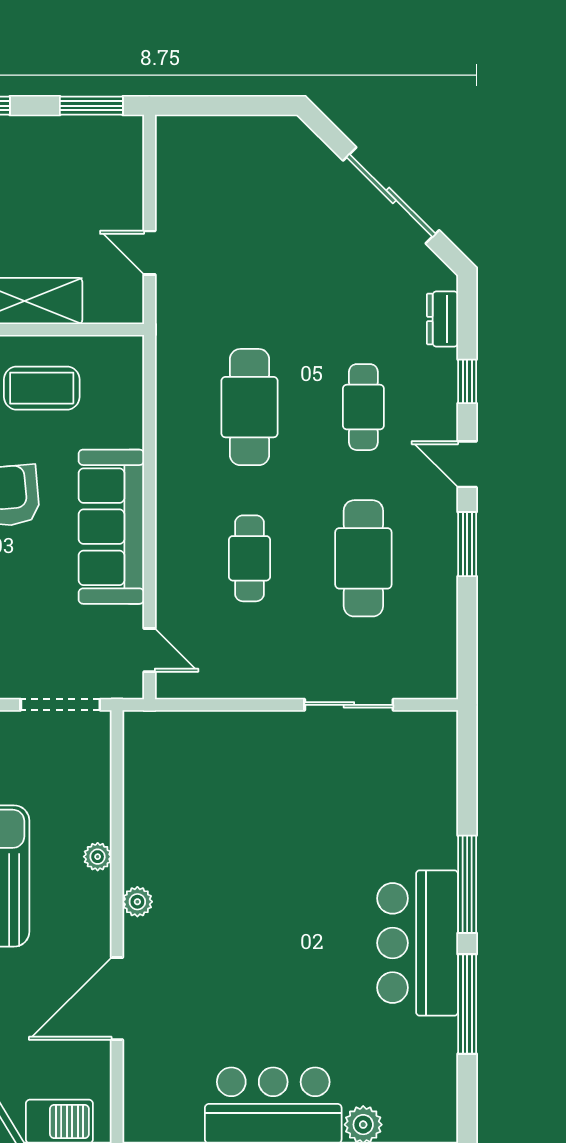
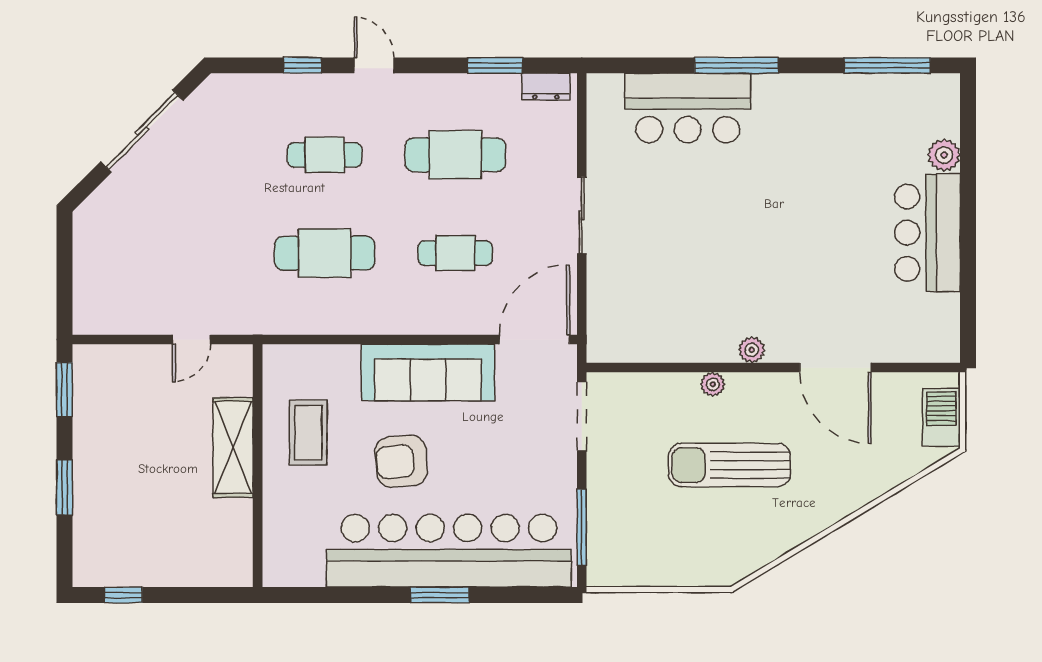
dresser: (442, 319) -> (546, 87), moved
door: (467, 464) -> (374, 65), swing flipped
window: (467, 544) -> (495, 65), moved
door: (149, 650) -> (534, 340), width x1.87
sliding door: (349, 705) -> (582, 215), moved
bar counter: (418, 943) -> (688, 108), moved
window: (467, 1004) -> (887, 65), moved

